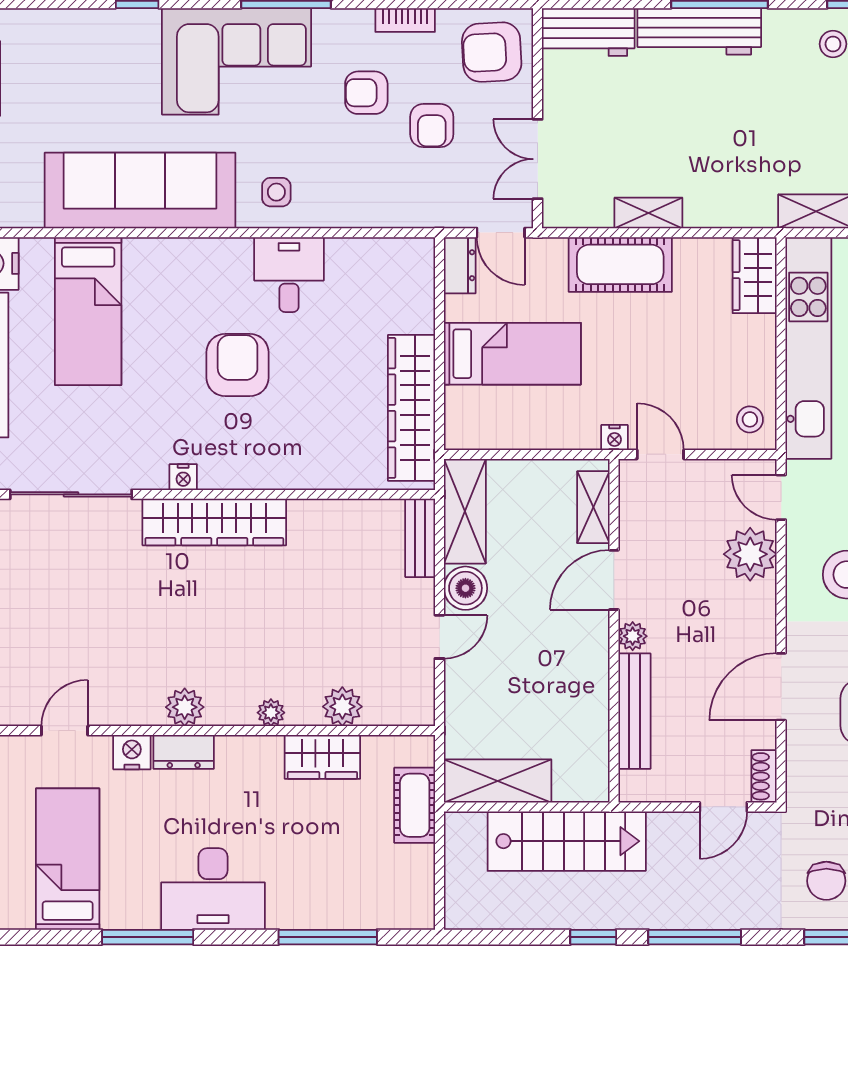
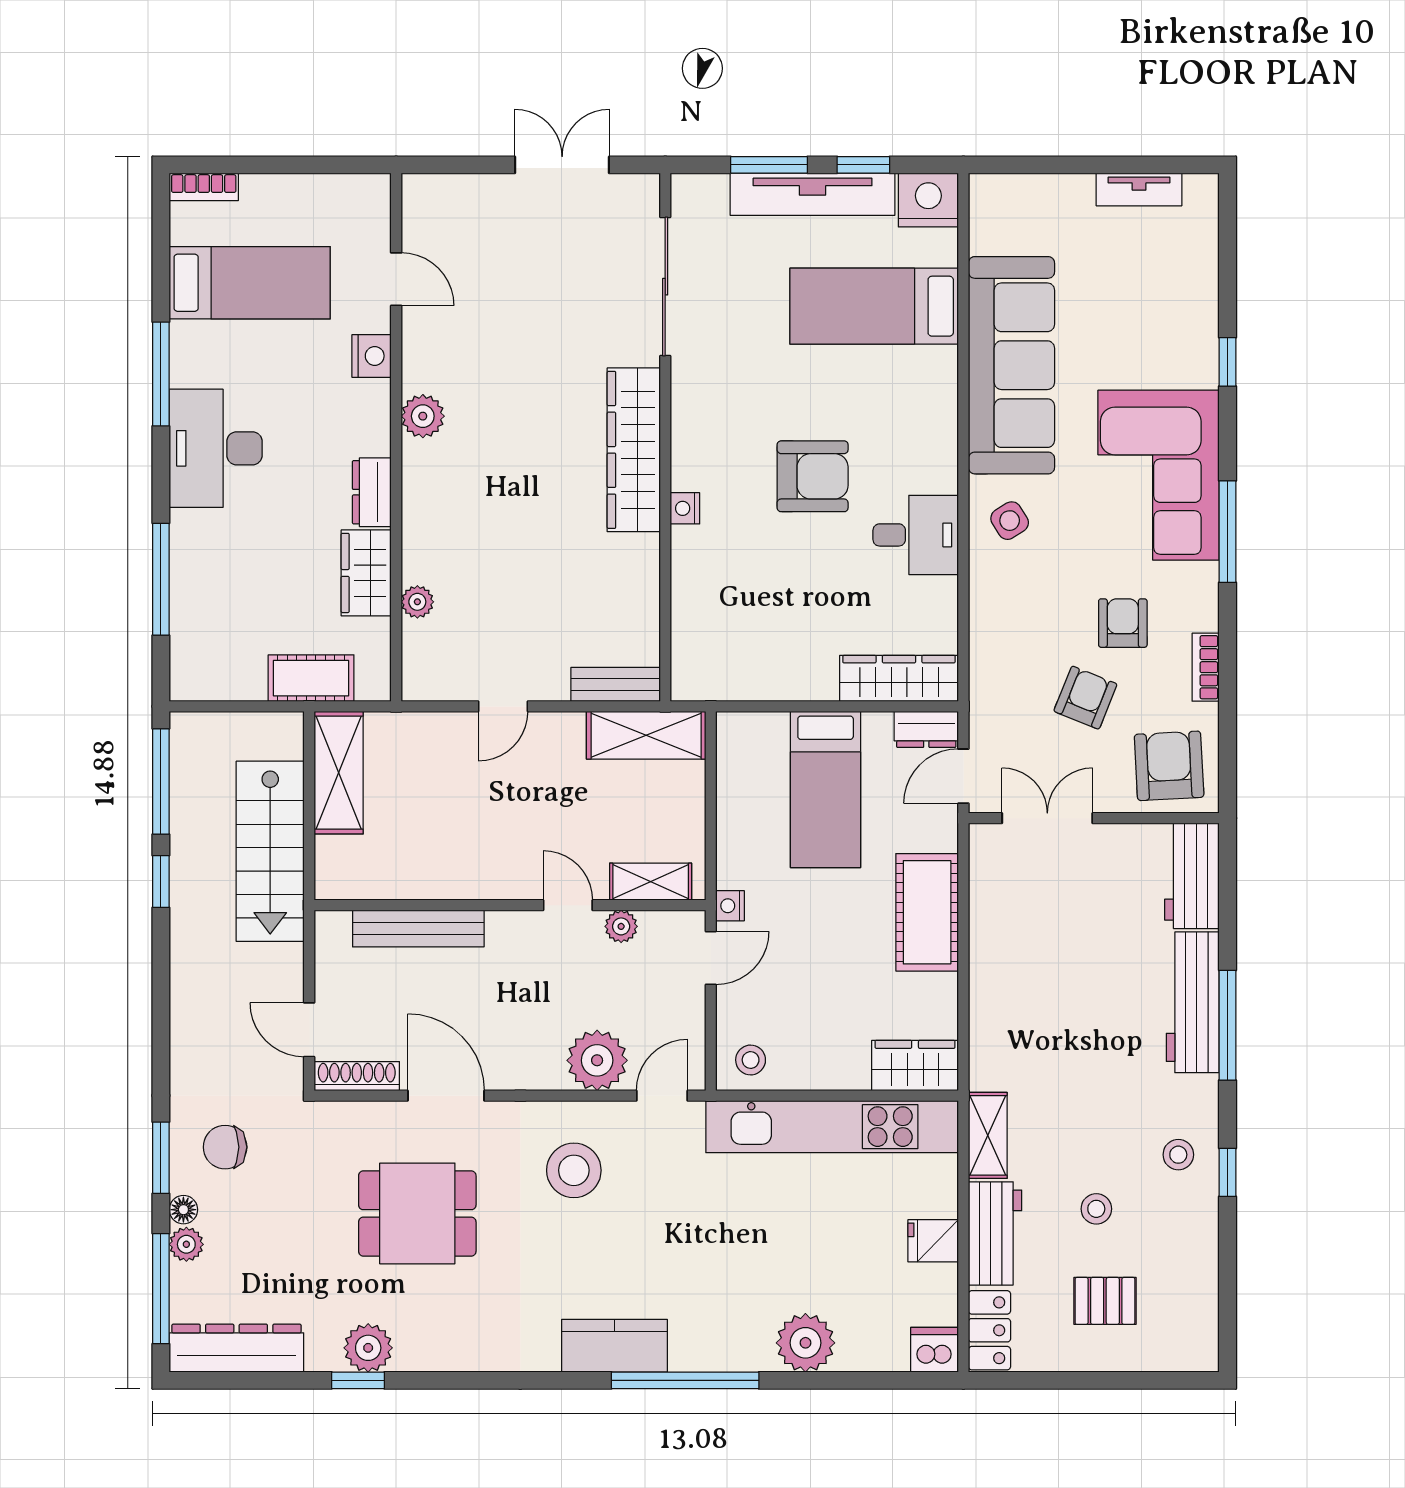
armchair: (432, 126) -> (1085, 698), turned 112
side table: (276, 192) -> (1010, 521), turned -32
shelving: (648, 213) -> (986, 944), removed
wardrobe: (411, 408) -> (899, 678), moved, width x0.71, depth x0.85
nightstand: (183, 477) -> (685, 508), moved
door: (614, 580) -> (568, 905), width x0.73
boiler: (465, 588) -> (558, 736), removed
plant: (633, 636) -> (621, 926), moved
door: (439, 637) -> (503, 706), hinge flipped
plant: (342, 707) -> (417, 602), width x0.73, depth x0.73
plant: (271, 713) -> (417, 514), removed
dresser: (184, 752) -> (372, 492), moved
shoe rack: (764, 776) -> (357, 1076), width x1.43
window: (695, 937) -> (161, 782), moved

